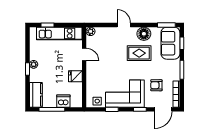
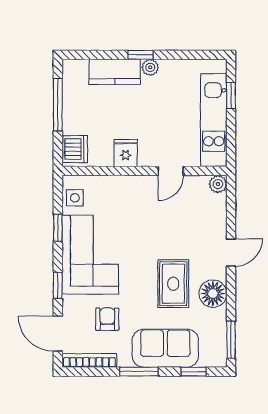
sofa: (170, 43) -> (165, 348), moved
kitchen counter: (36, 95) -> (115, 72), moved
dishwasher: (63, 101) -> (75, 149), moved

